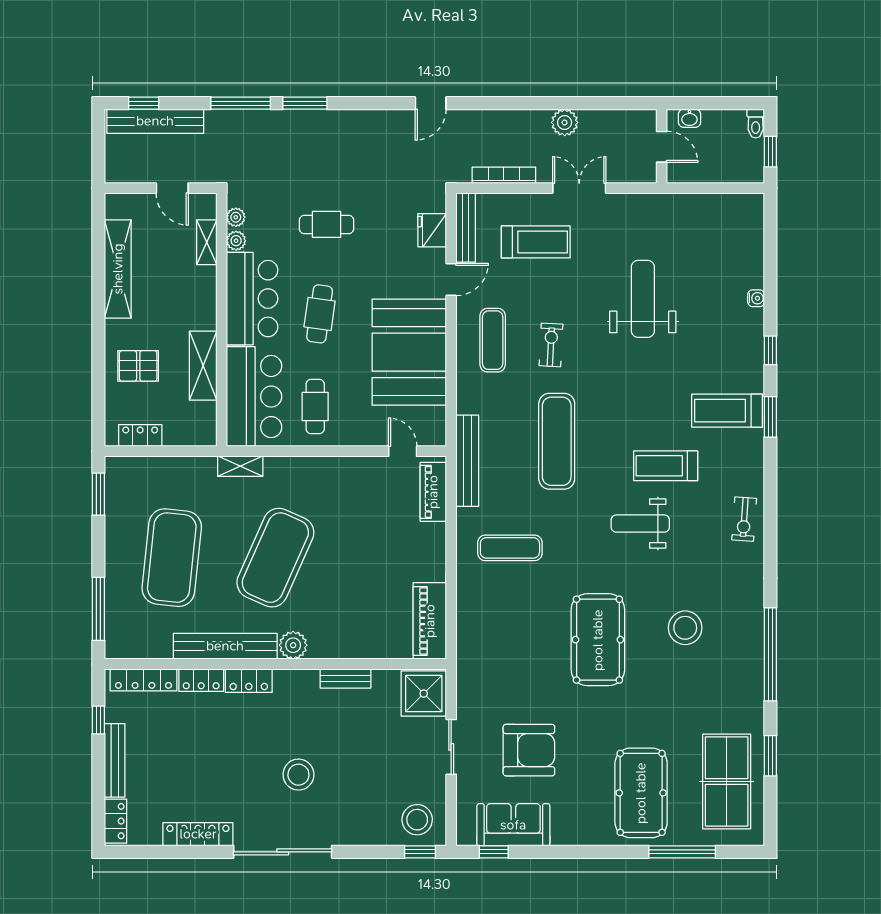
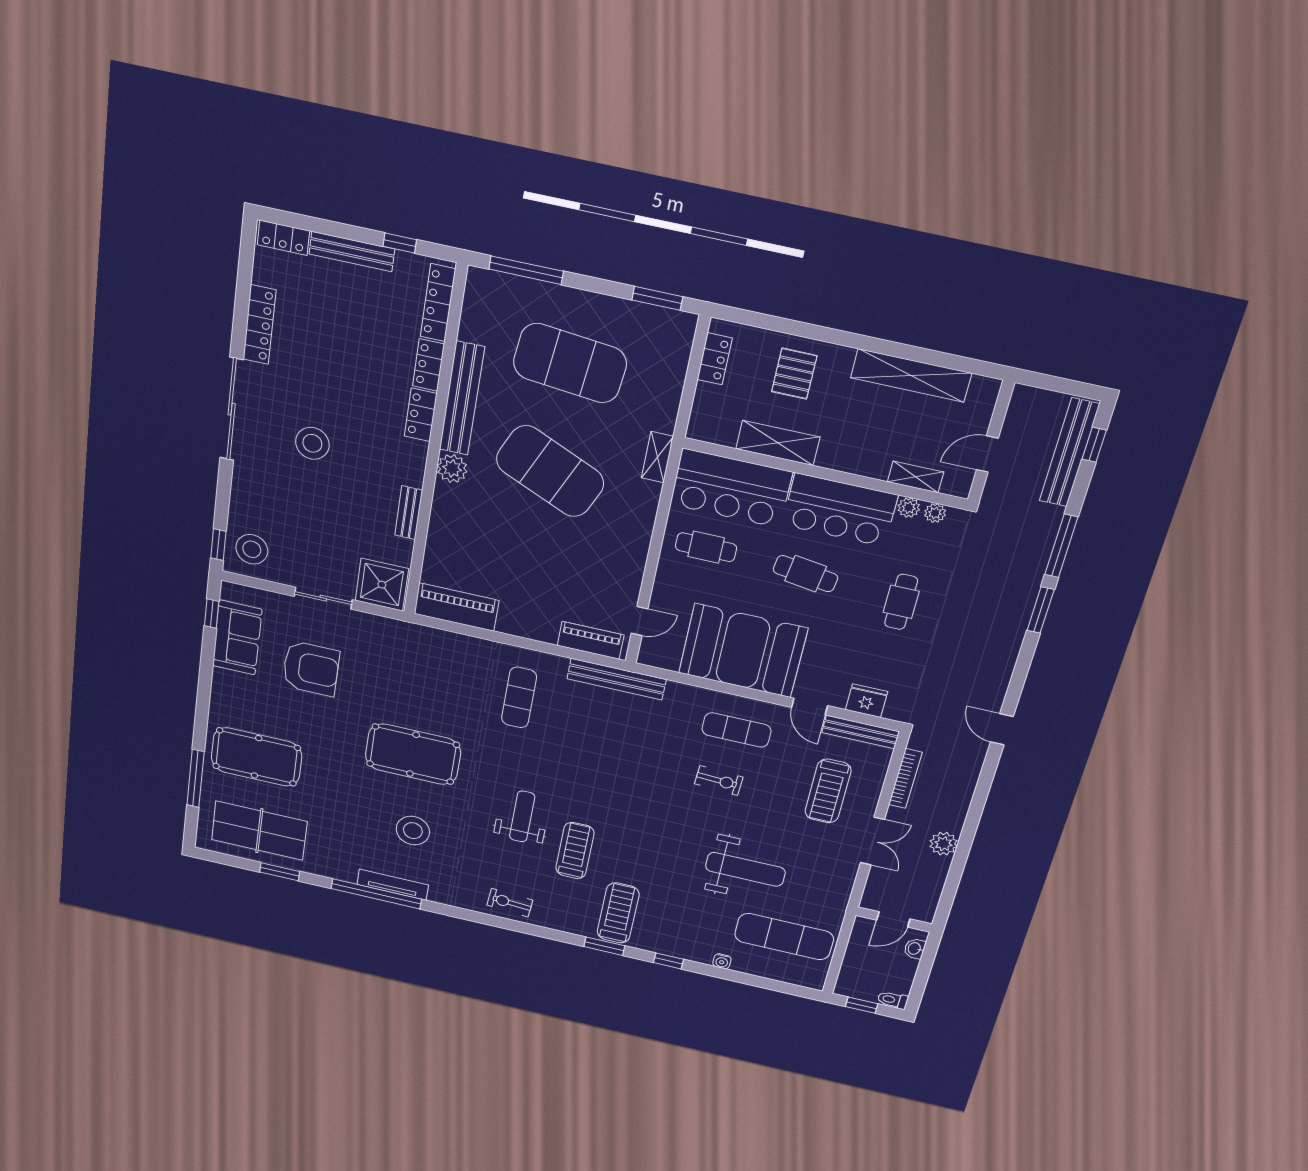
exercise mat: (557, 441) -> (784, 937), moved
tv unit: (755, 639) -> (393, 885), added
armchair: (529, 750) -> (311, 669), turned -90

